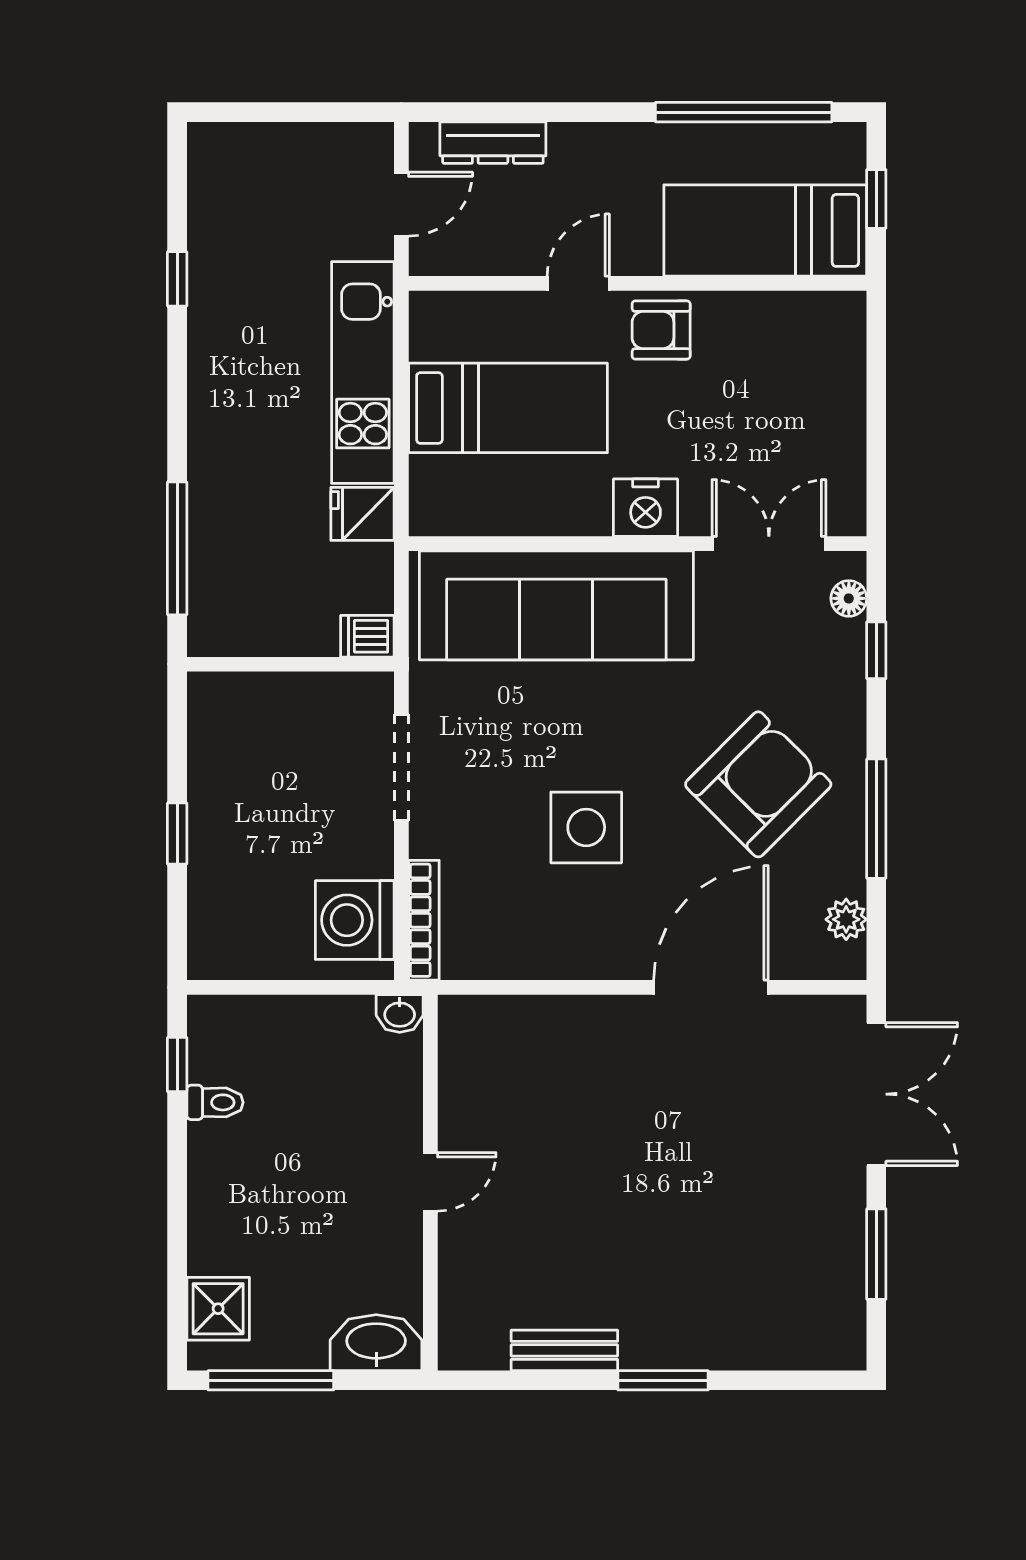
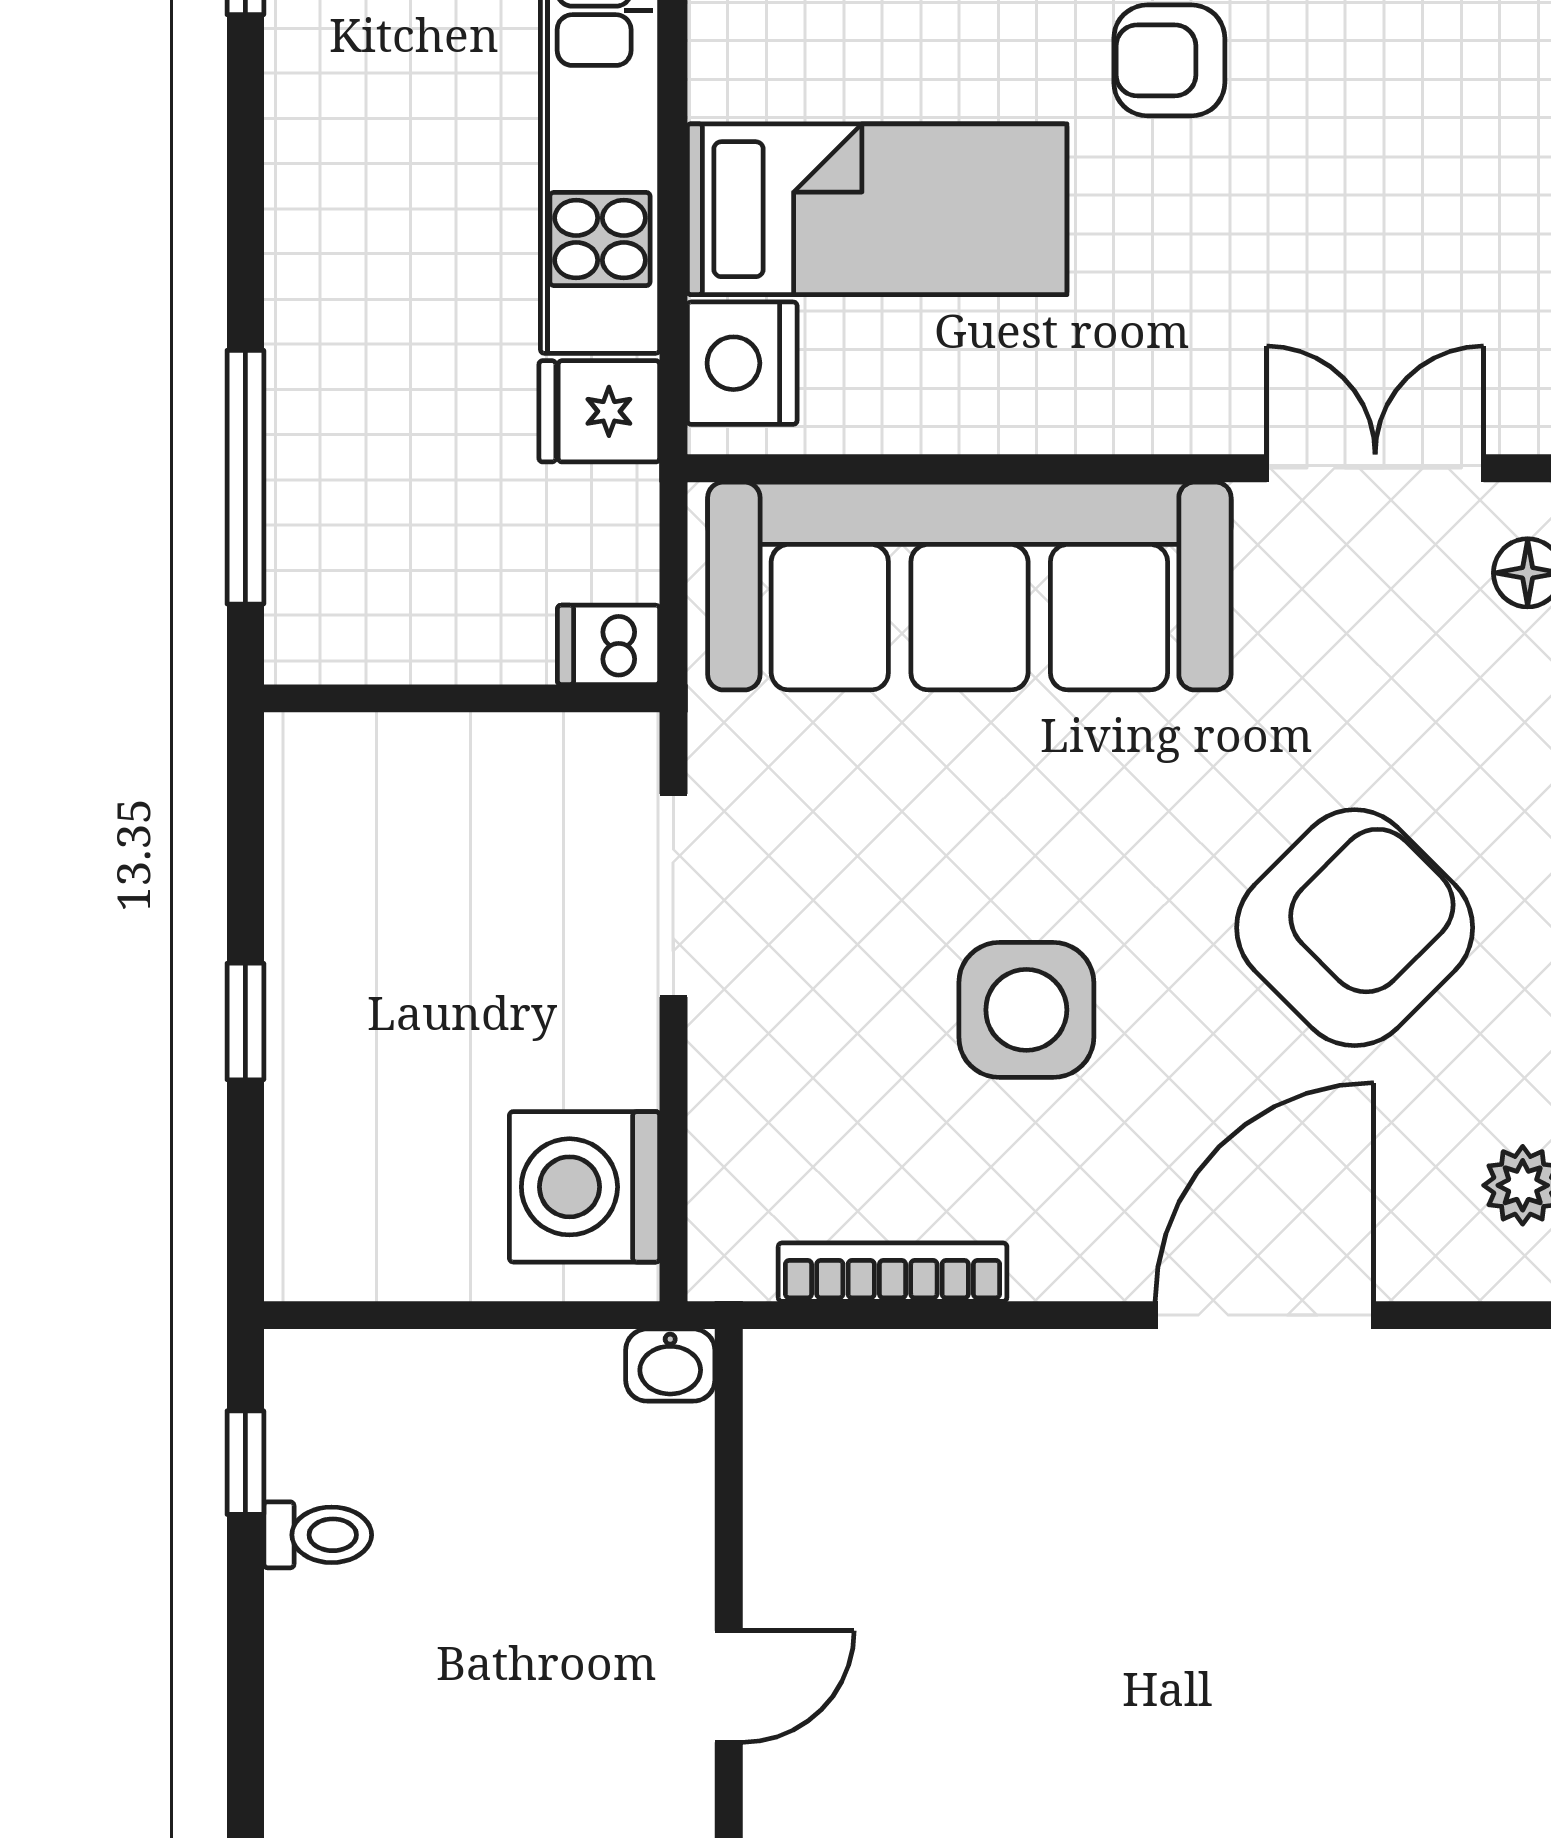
nightstand: (646, 508) -> (742, 363), moved, turned 90
bookcase: (424, 920) -> (893, 1272), moved, turned -90

